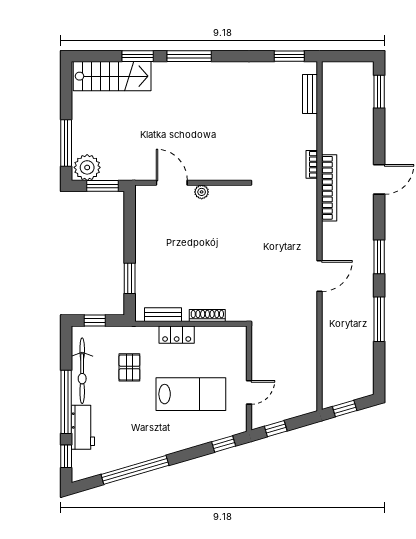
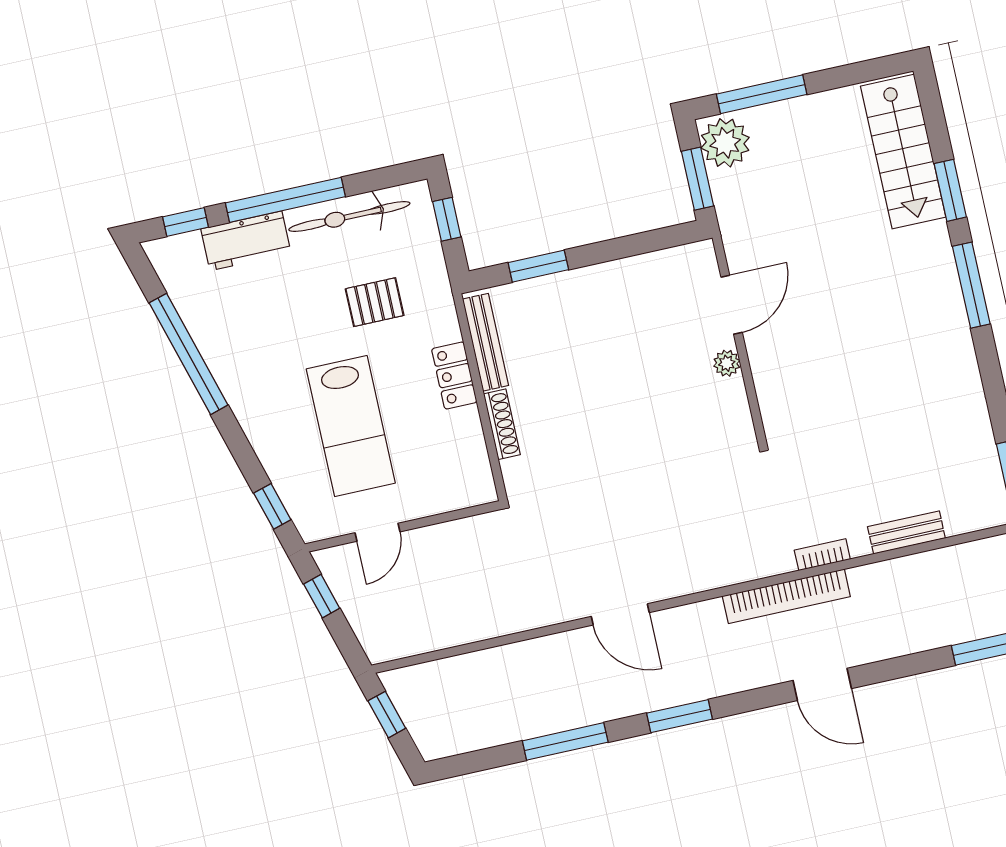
bench: (310, 94) -> (906, 532), moved
bench: (163, 315) -> (486, 342), width x1.36
door: (249, 392) -> (377, 532), hinge flipped

